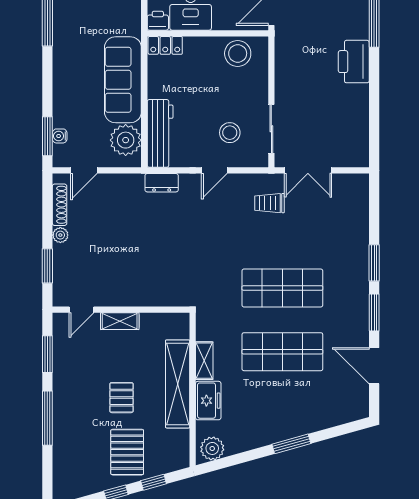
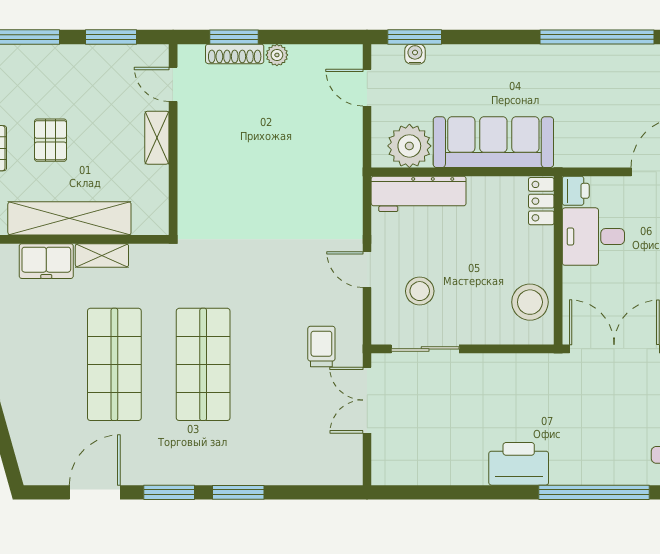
dresser: (162, 183) -> (350, 196), removed
shoe rack: (60, 205) -> (235, 54), moved
pallet: (121, 398) -> (50, 140), turned 90

